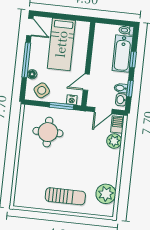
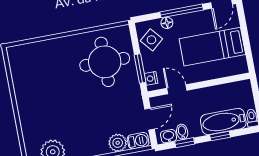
door: (103, 111) -> (150, 119), swing flipped
round table: (48, 132) -> (105, 62), width x1.36, depth x1.36
sun lounger: (65, 196) -> (35, 105), removed

